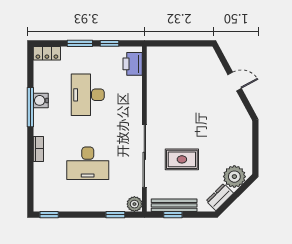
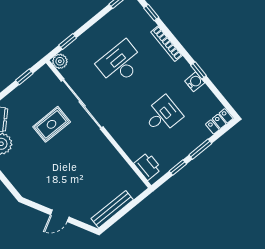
desk: (88, 95) -> (163, 115), width x0.73
window: (30, 107) -> (198, 70), width x0.46
bookcase: (38, 149) -> (167, 44), width x1.56
window: (30, 184) -> (151, 13), added
bench: (174, 205) -> (112, 209), moved

